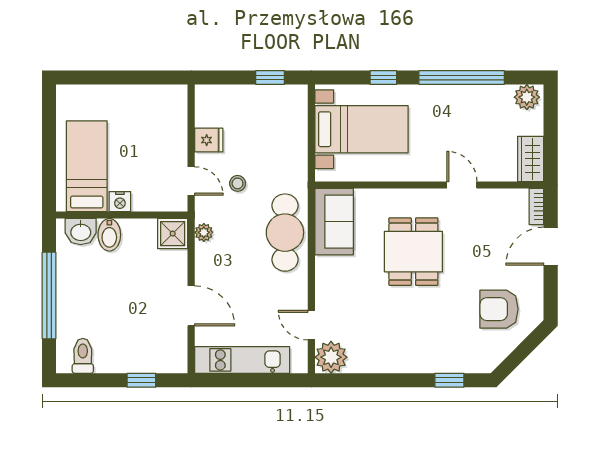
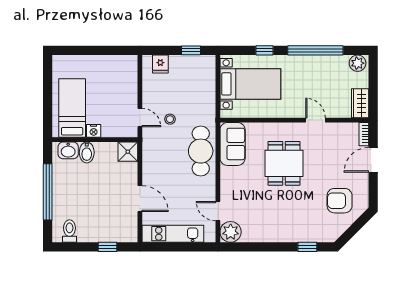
fridge: (209, 140) -> (160, 64), moved, turned 90
plant: (204, 232) -> (148, 151), removed

